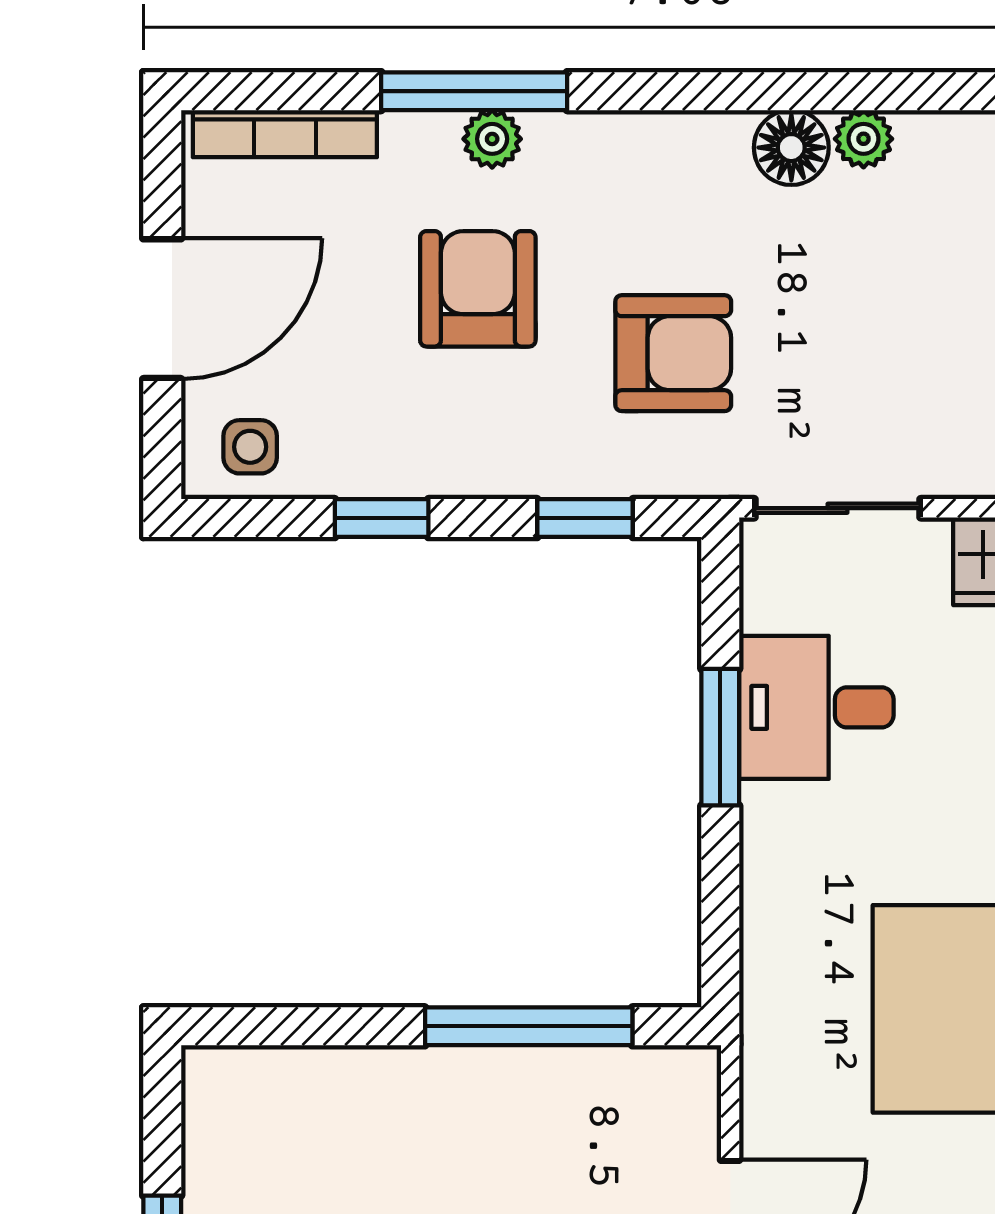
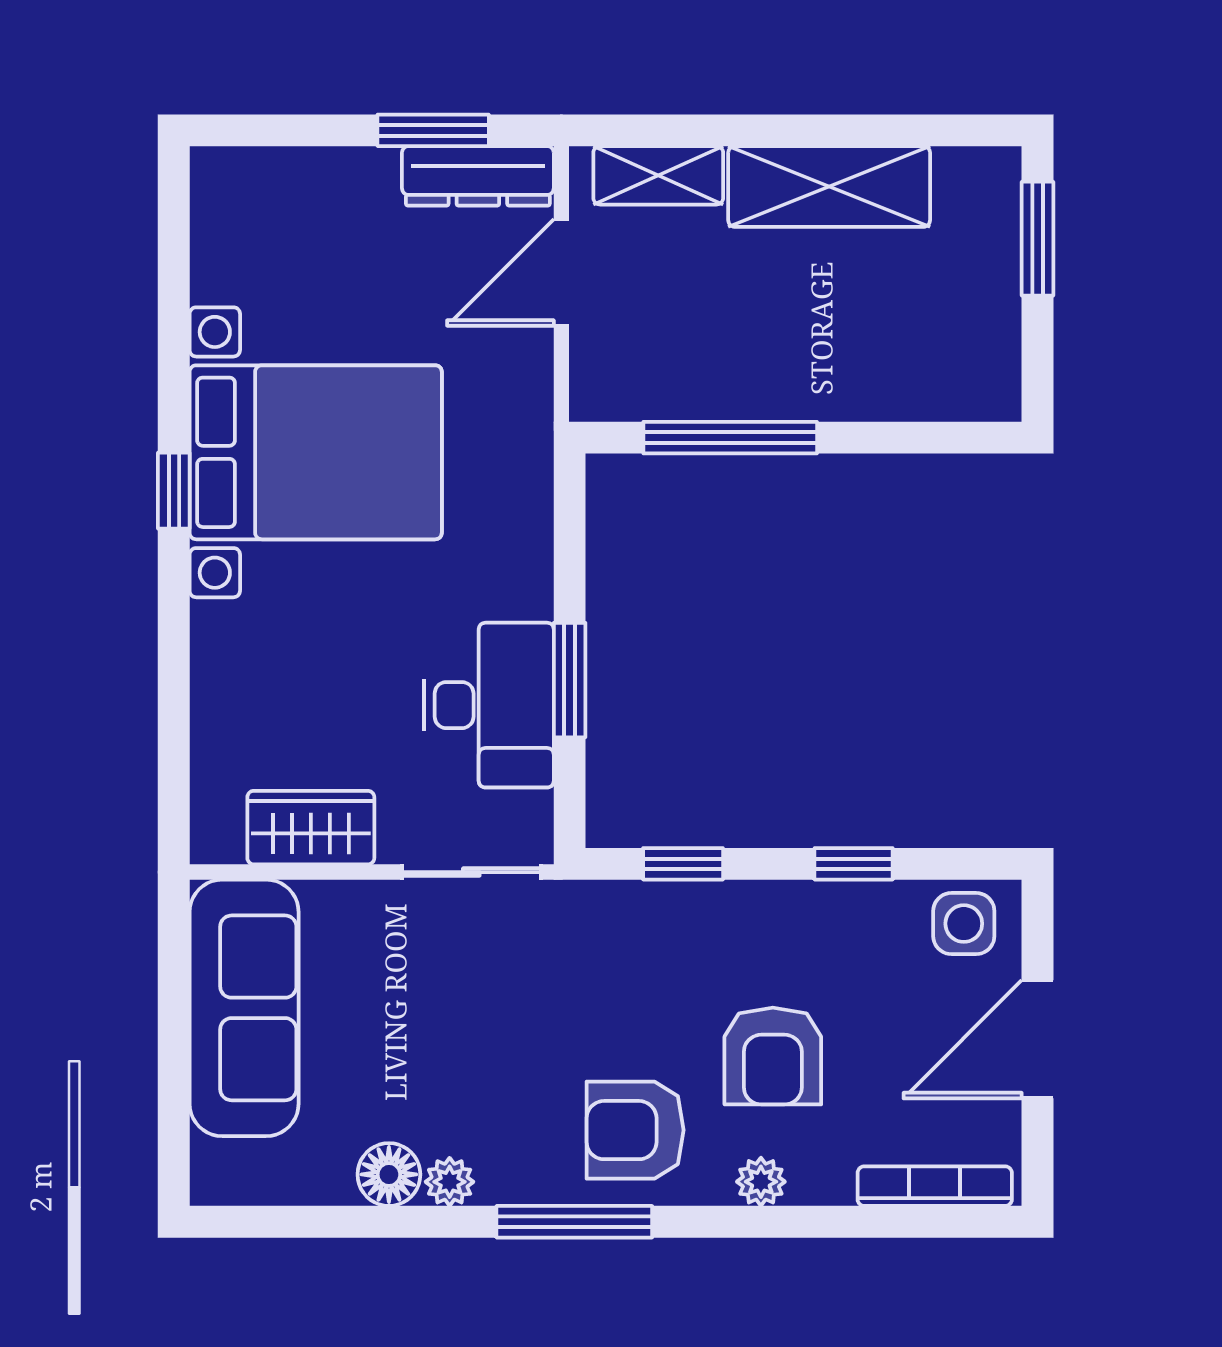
window: (474, 91) -> (574, 1222), moved
floor lamp: (791, 148) -> (389, 1174), moved
armchair: (673, 353) -> (635, 1130), moved
side table: (250, 447) -> (964, 924), width x1.37, depth x1.37
desk: (816, 707) -> (489, 705), width x1.37

